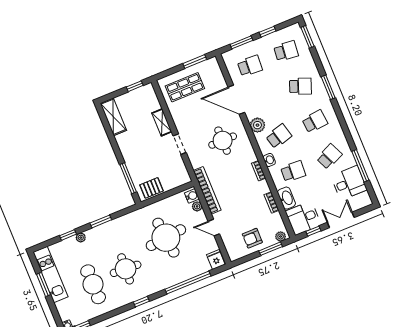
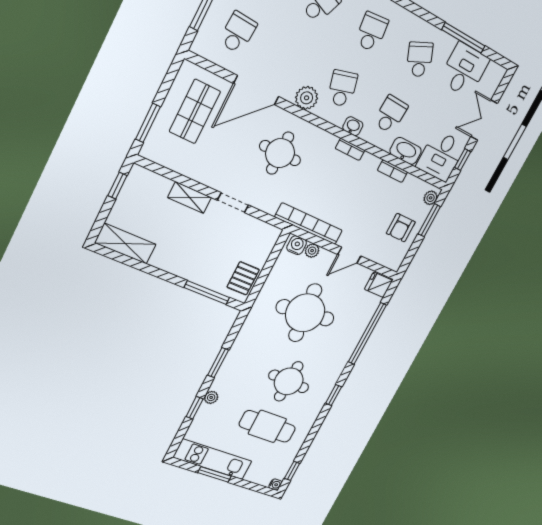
window: (195, 62) -> (148, 123), moved
shop shelf: (185, 87) -> (195, 112), moved

